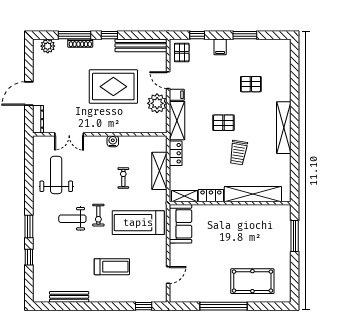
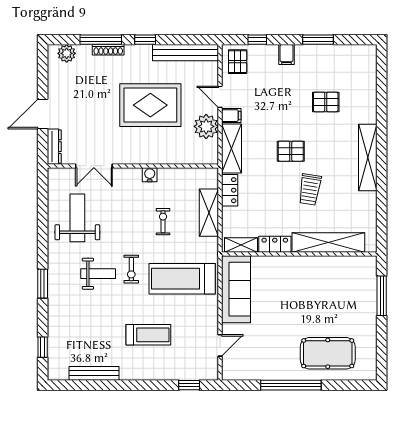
weight bench: (72, 219) -> (98, 274), turned 180
sofa: (180, 224) -> (236, 289), width x1.36
window: (29, 257) -> (43, 347), moved

